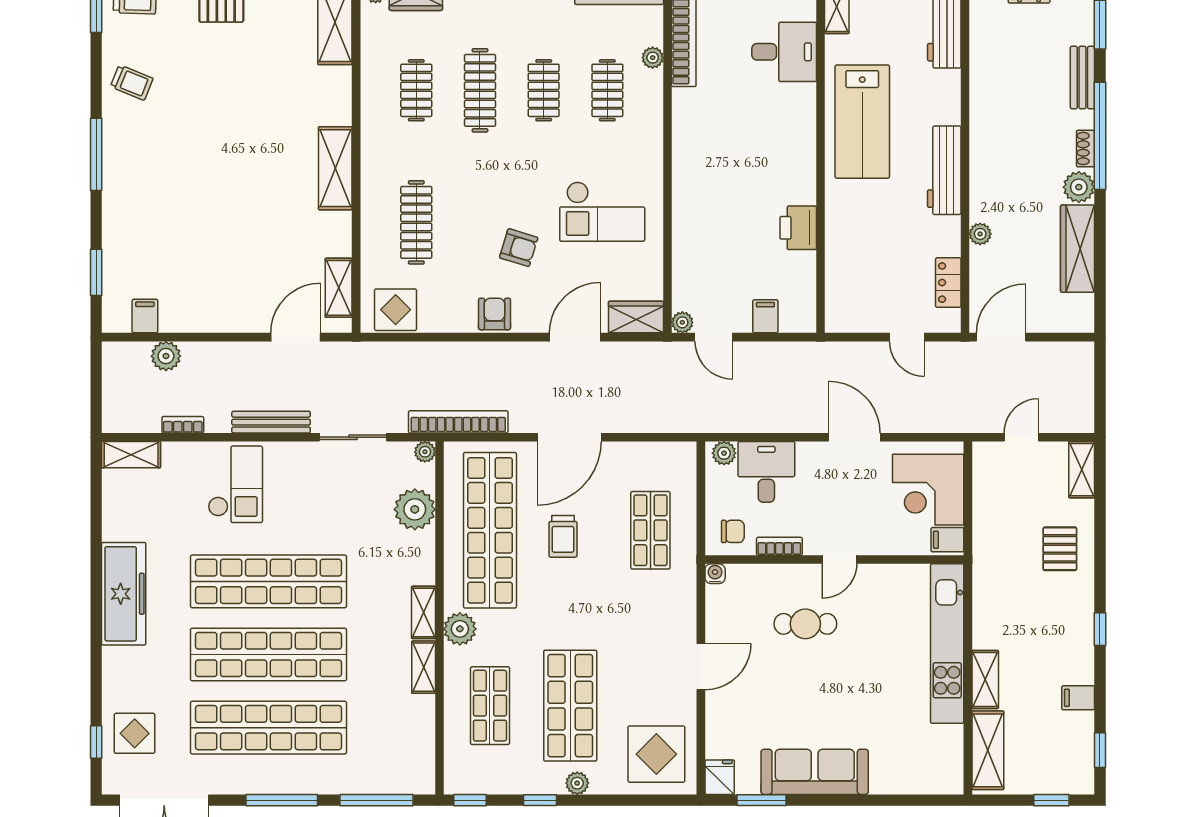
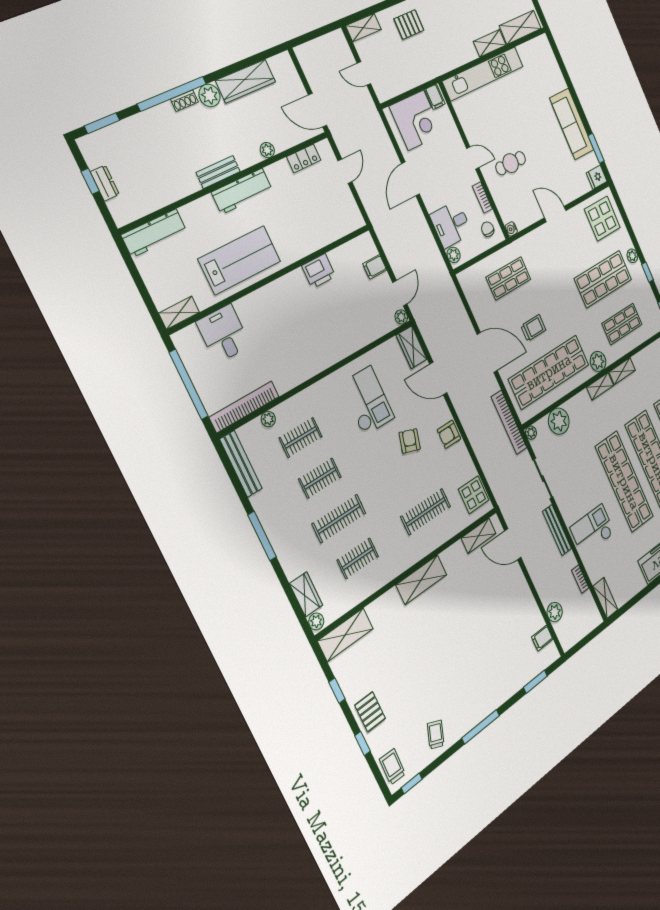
bench: (1082, 78) -> (218, 172), moved
cafe table: (805, 624) -> (511, 163), turned 90

